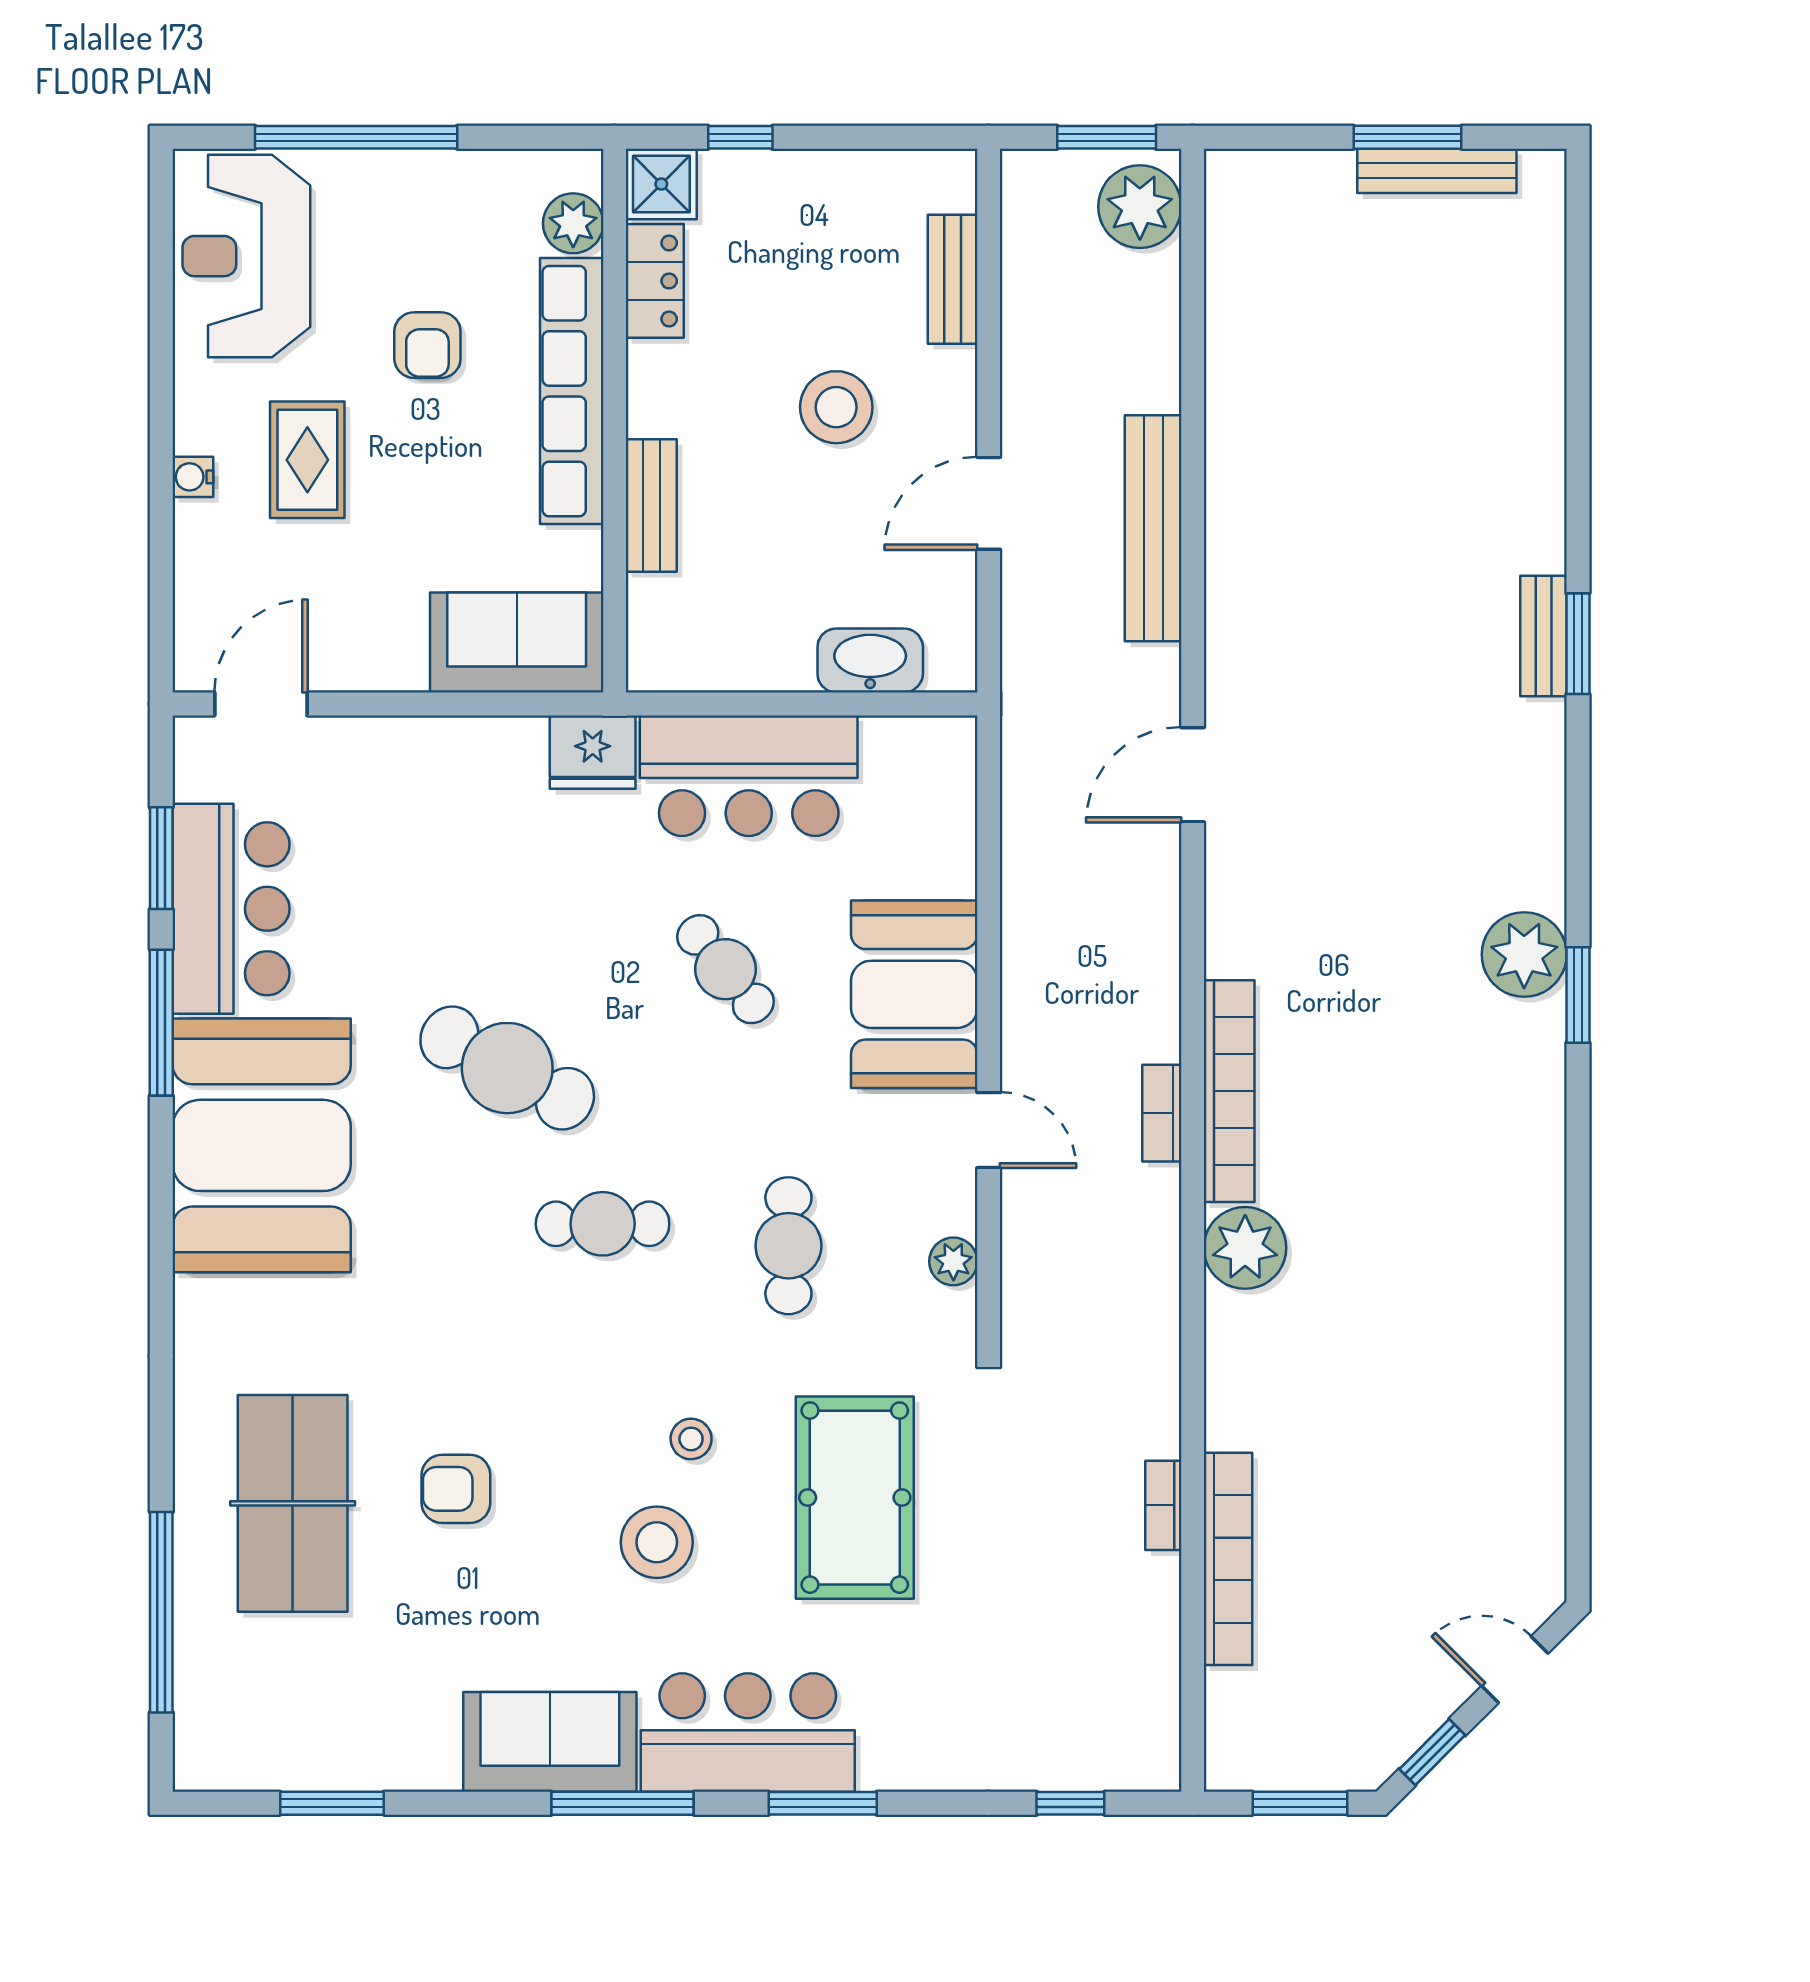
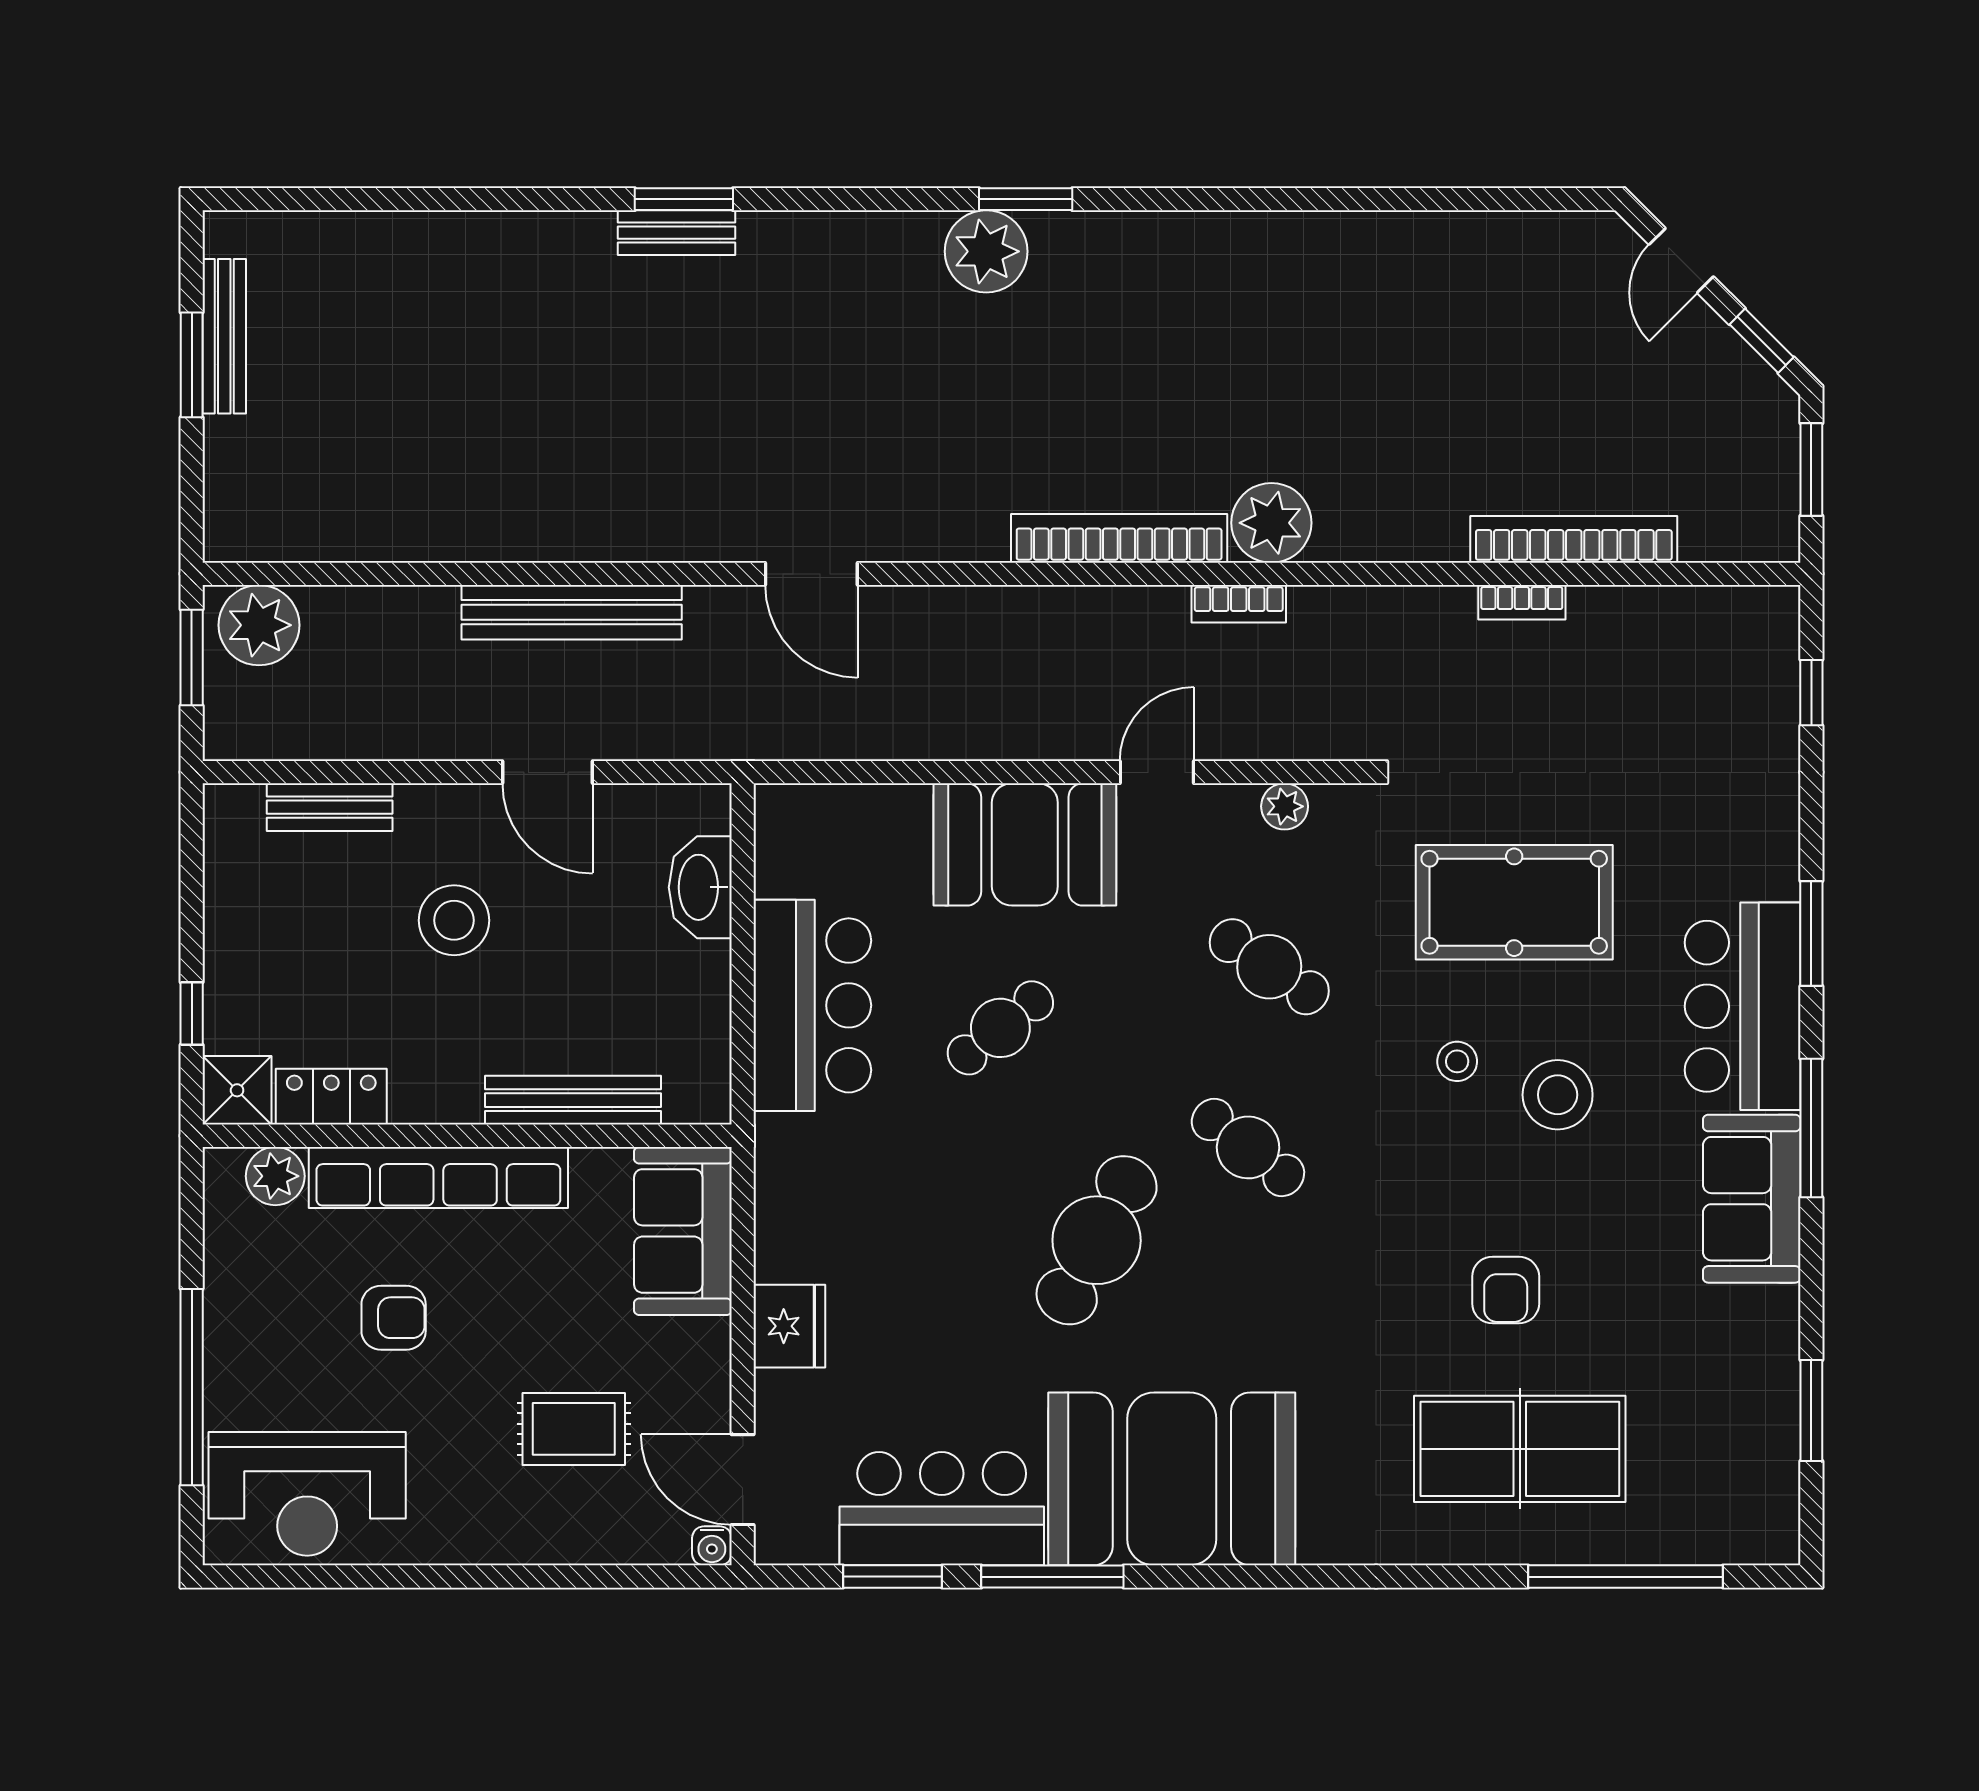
rug: (307, 460) -> (574, 1429), moved
water cooler: (193, 477) -> (712, 1546), moved
bench: (651, 505) -> (573, 1100), width x1.36
fridge: (593, 752) -> (789, 1326), moved
bookcase: (1162, 1113) -> (1239, 604), moved
cafe table: (603, 1224) -> (1248, 1147), turned -52
cafe table: (788, 1246) -> (1269, 967), turned 34

